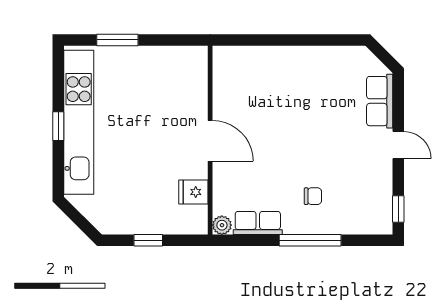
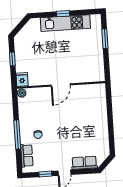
kitchen unit: (79, 122) -> (65, 23), width x0.73
fridge: (193, 192) -> (22, 80), moved
window: (398, 209) -> (45, 174), moved
row of seats: (258, 223) -> (27, 156), moved

